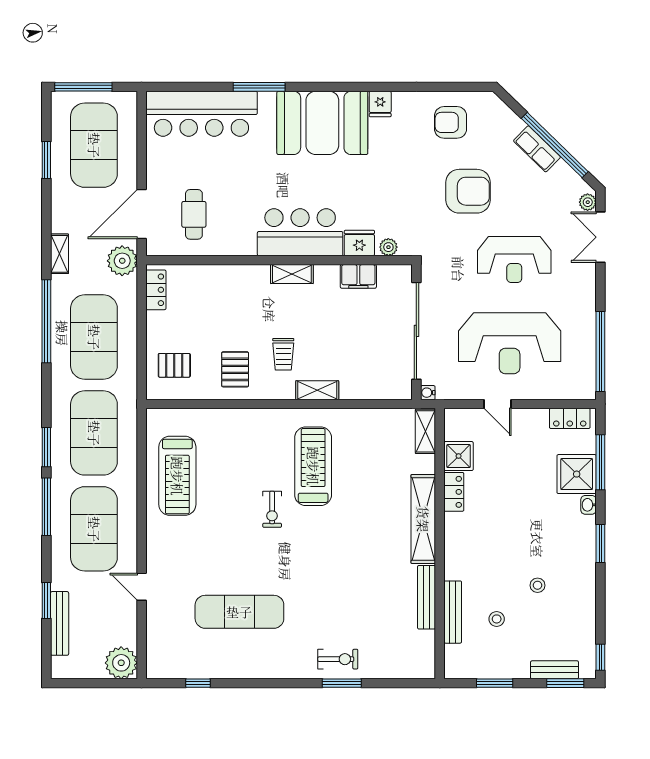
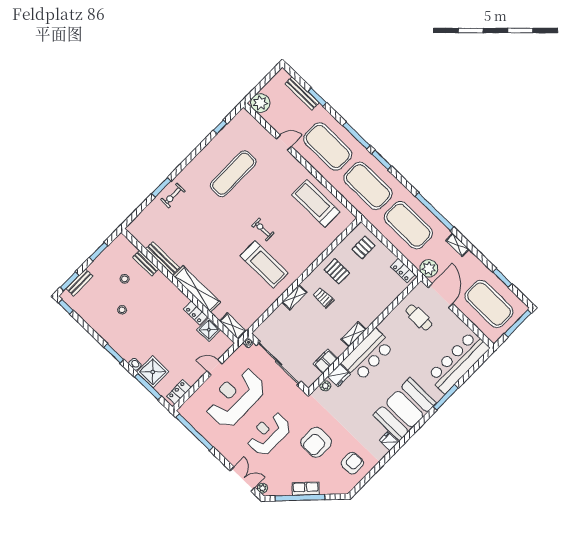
bench: (453, 612) -> (146, 263), width x0.73

